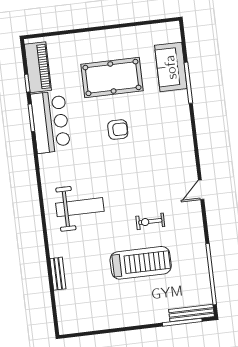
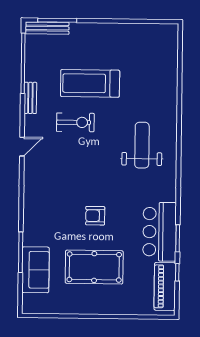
weight bench: (80, 207) -> (142, 145), turned 90
exercise bike: (150, 221) -> (75, 122), width x1.38, depth x1.39
bench: (58, 274) -> (30, 98), moved

